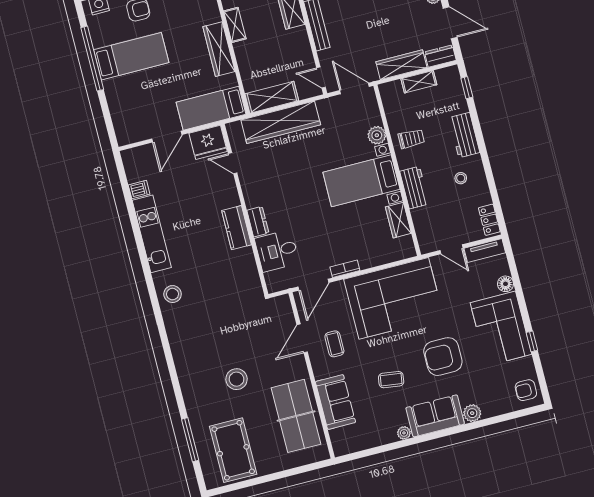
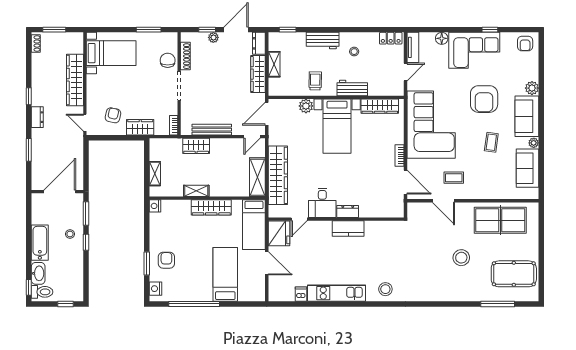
bed: (131, 56) -> (225, 274), moved
wardrobe: (398, 220) -> (380, 106), width x1.50
desk: (277, 251) -> (322, 203), moved
sofa: (335, 402) -> (528, 168), moved, turned -90

